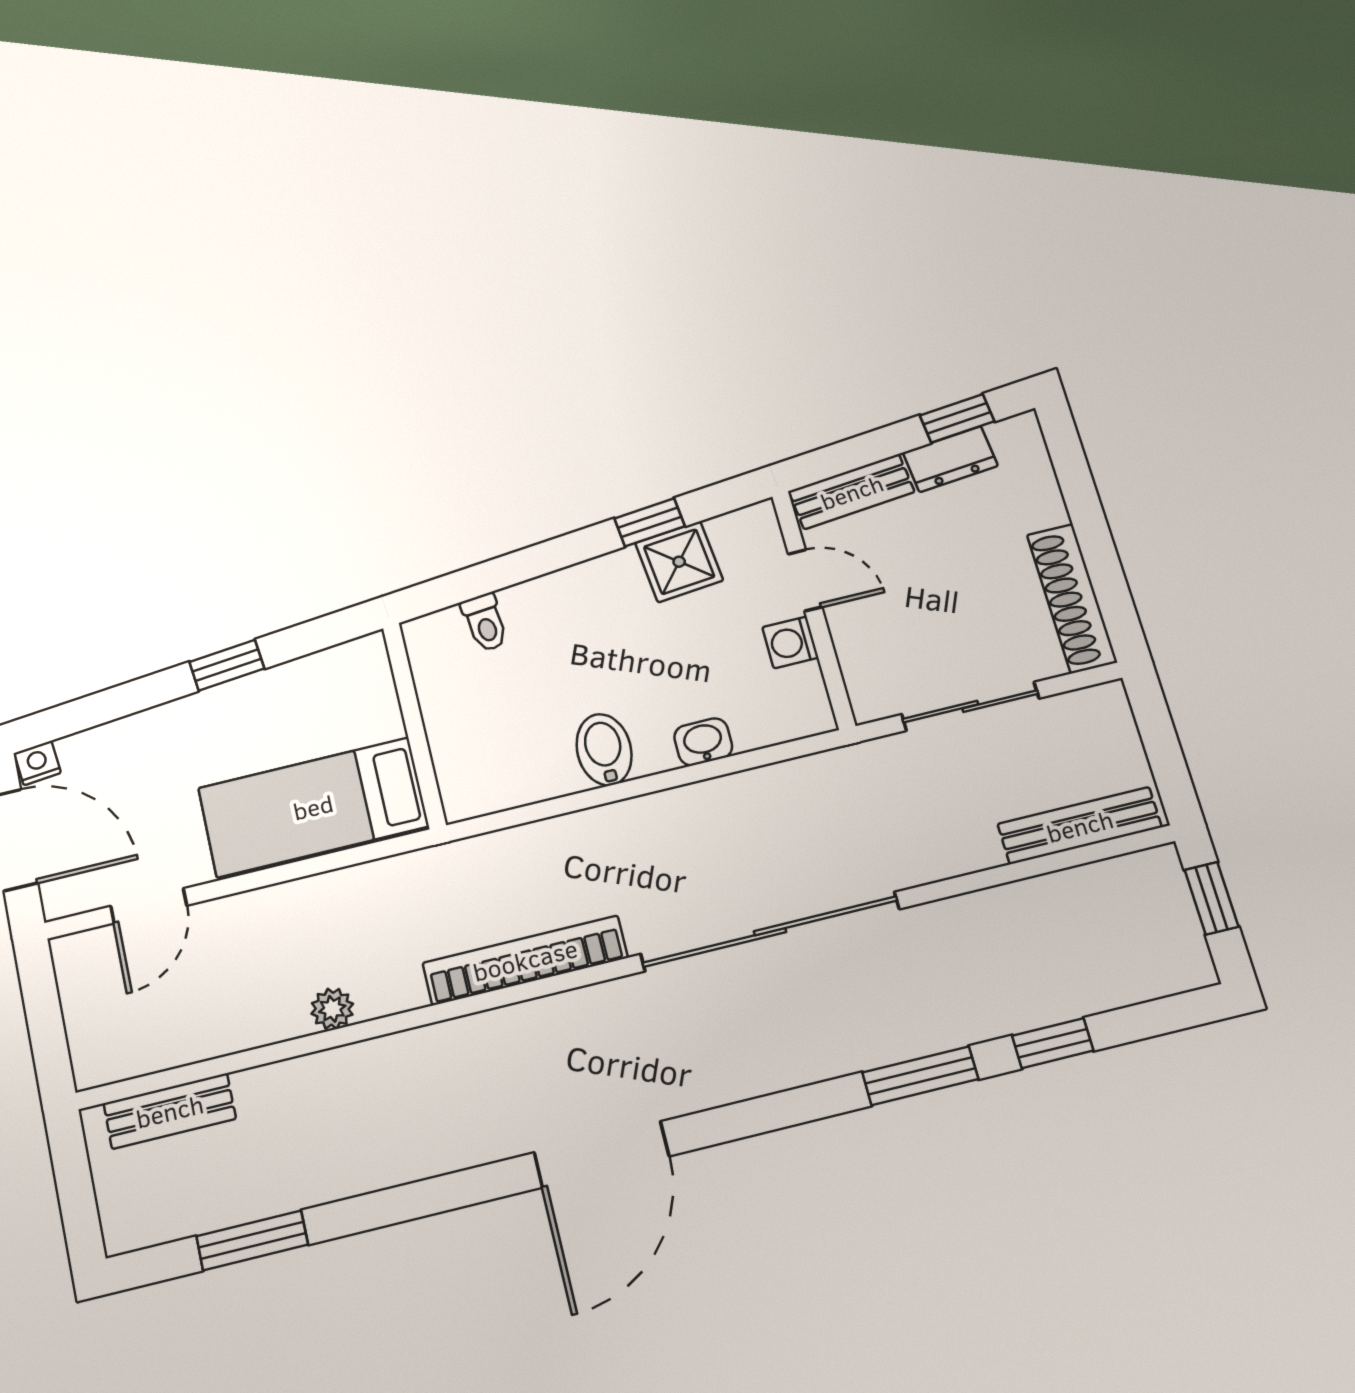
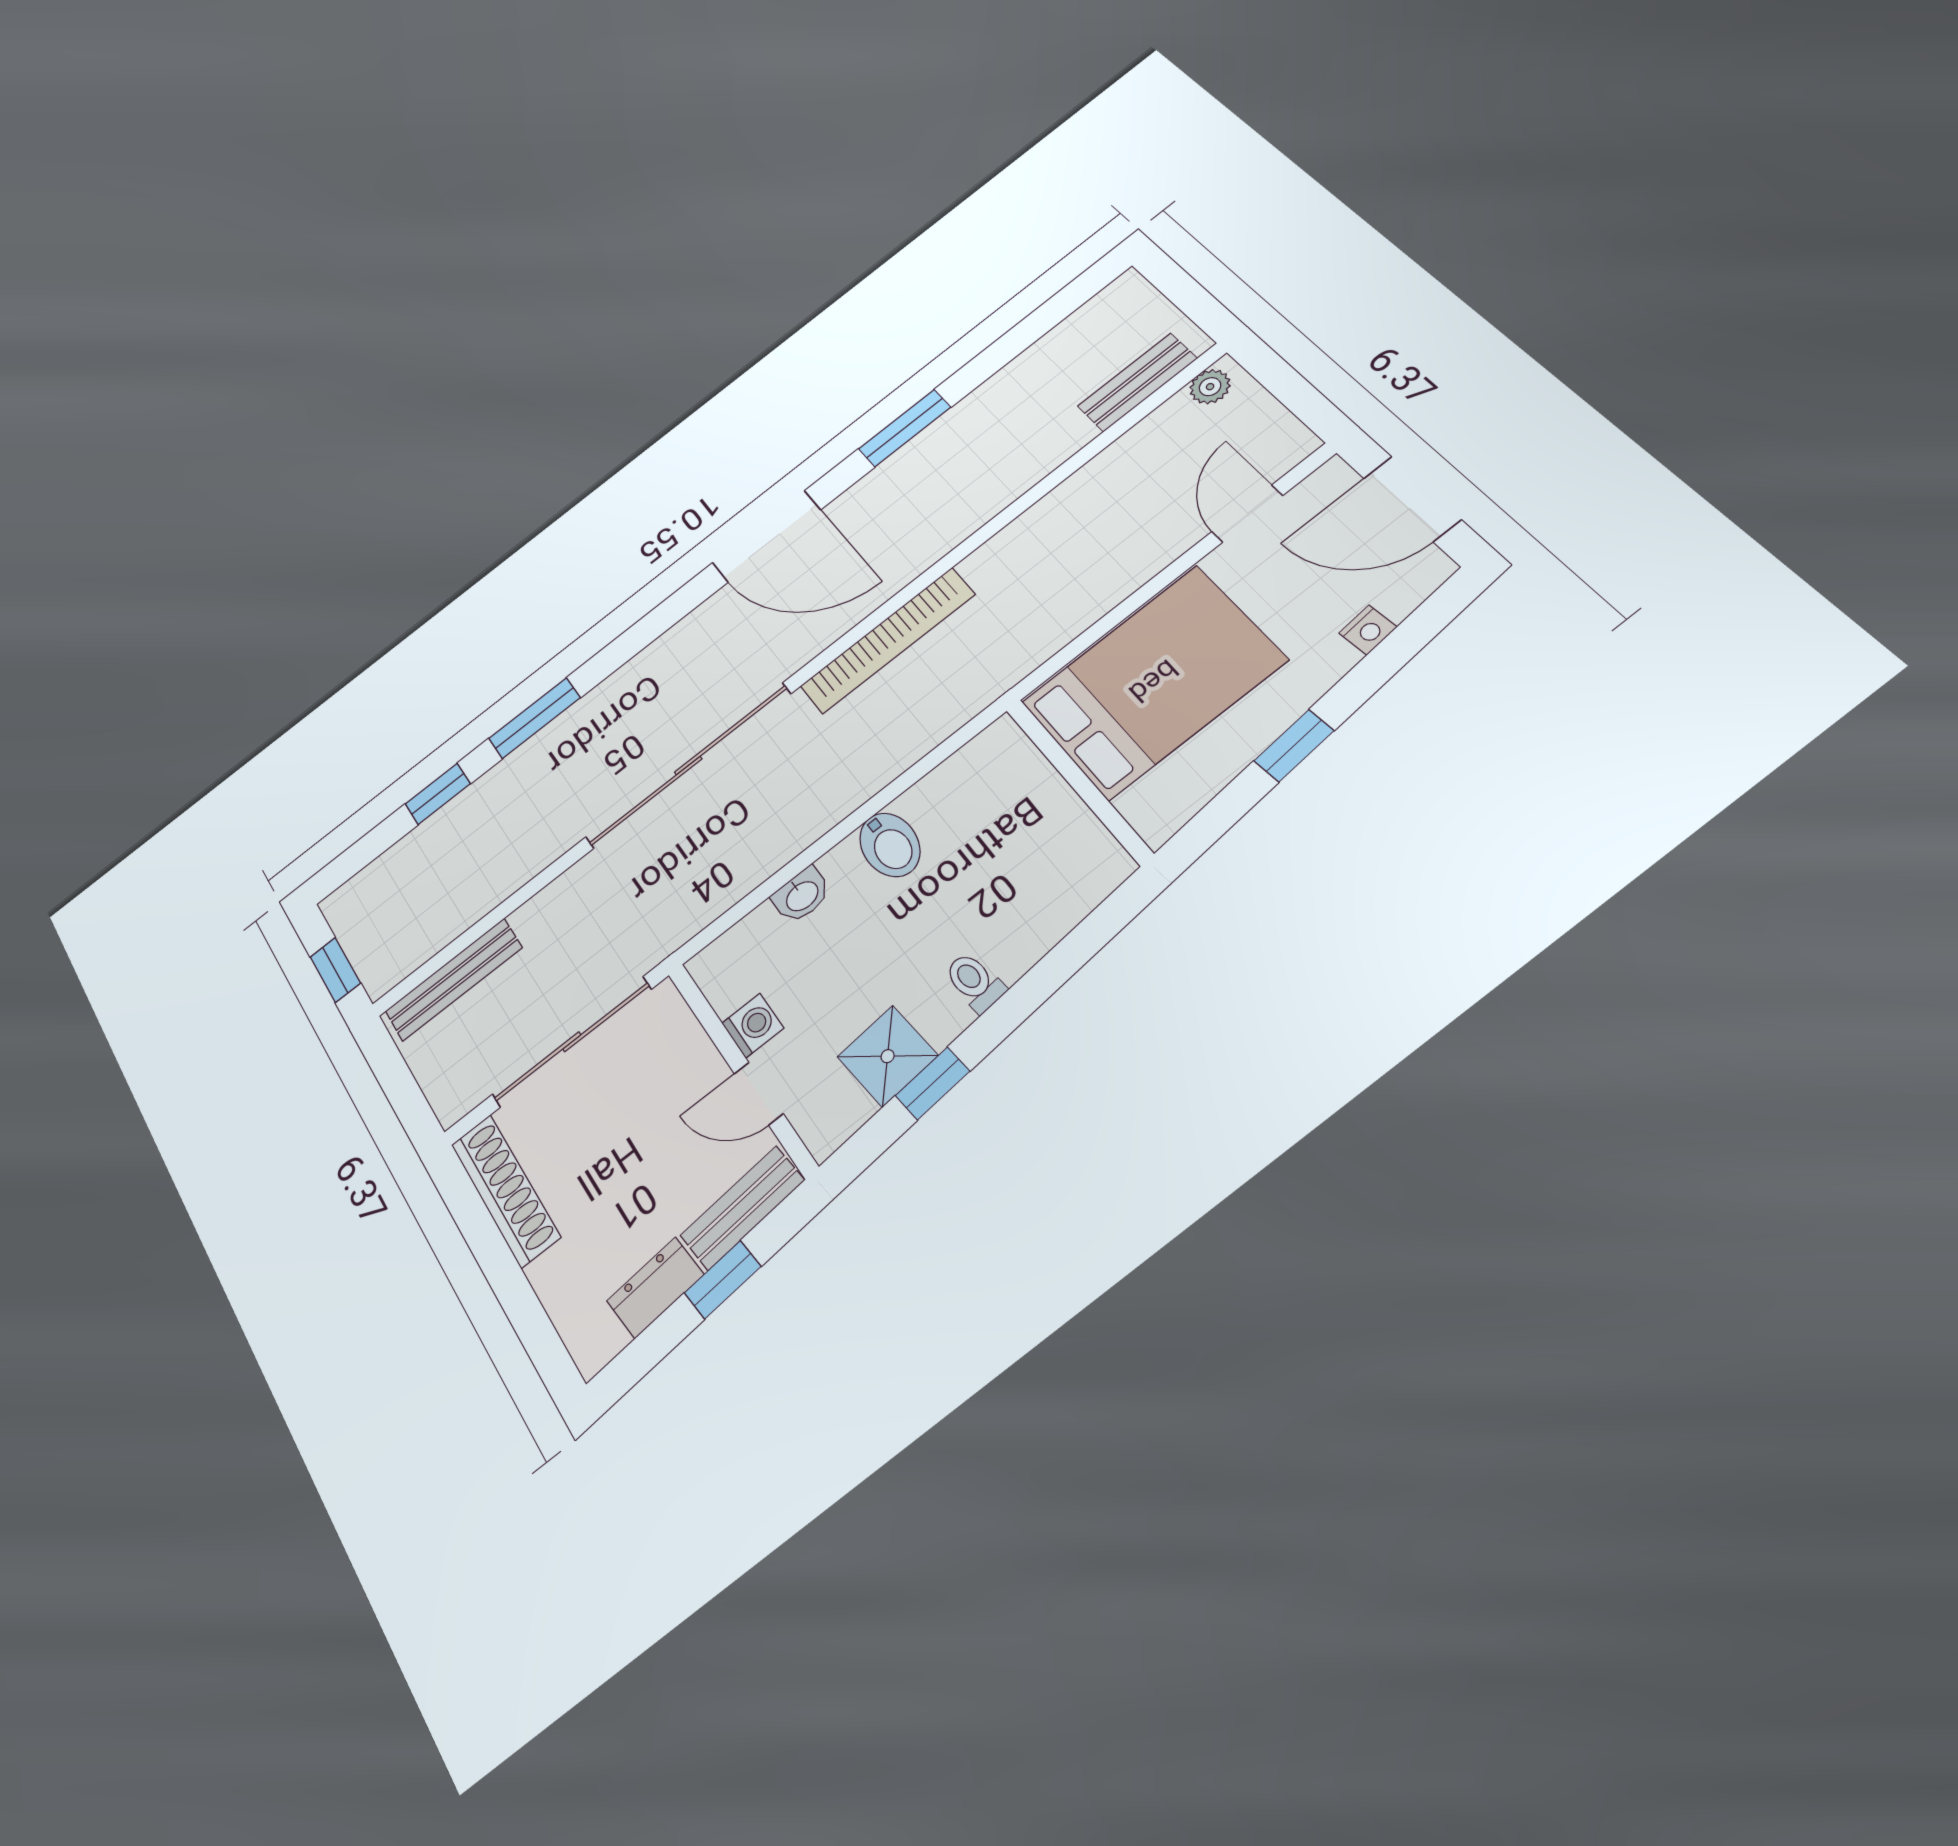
window: (957, 418) -> (723, 1280), moved
toilet: (485, 622) -> (974, 982), moved
sliding door: (970, 706) -> (572, 1042), width x1.37
nightstand: (37, 763) -> (1368, 630), moved
bed: (313, 807) -> (1153, 681), width x1.50
plant: (332, 1009) -> (1210, 387), moved
door: (602, 1154) -> (766, 536), swing flipped
window: (252, 1240) -> (905, 428), moved

